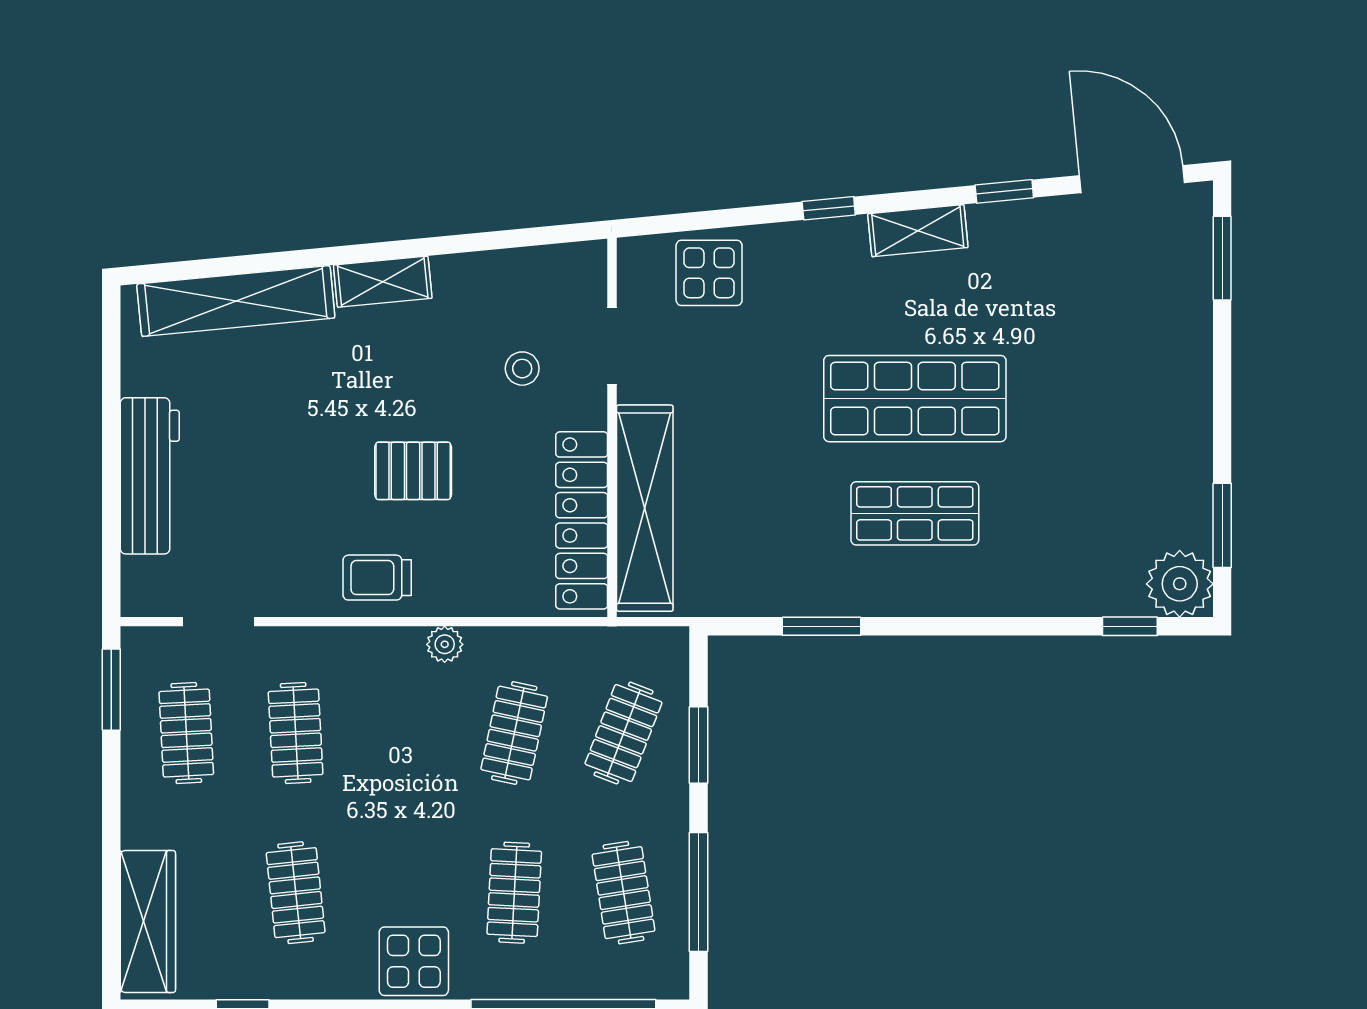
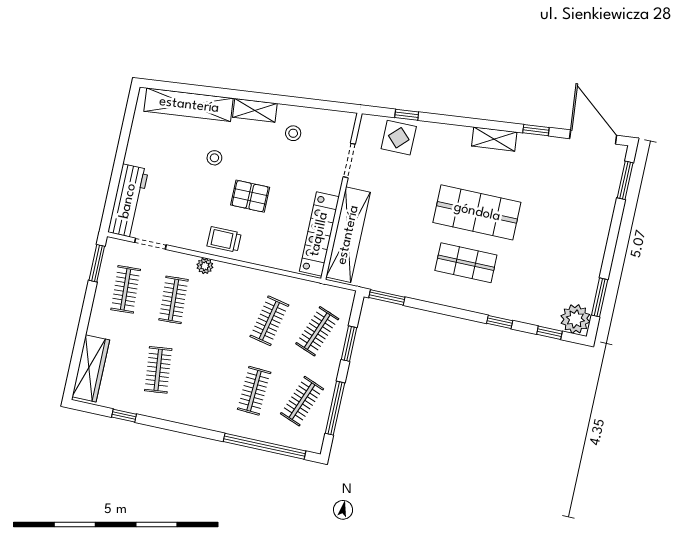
window: (829, 208) -> (407, 115), moved
stool: (522, 369) -> (293, 133), moved
stool: (317, 404) -> (214, 158), added
workbench: (150, 476) -> (128, 201), moved
window: (821, 626) -> (387, 297), moved
window: (1016, 626) -> (500, 322), added
plant: (445, 644) -> (205, 266), moved
clothes rail: (624, 893) -> (302, 401), turned 30
display table: (414, 961) -> (204, 411), removed

